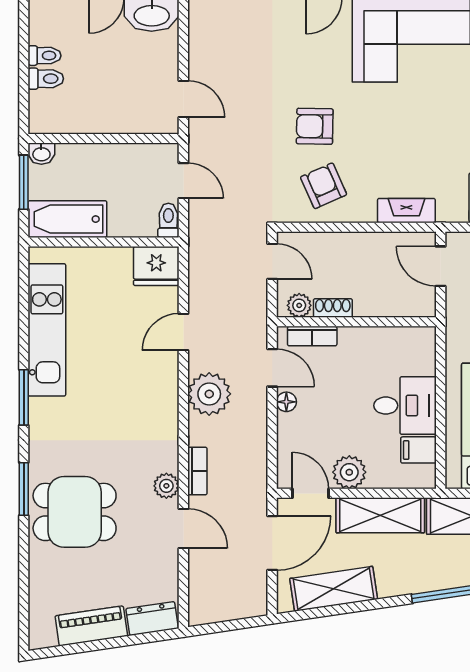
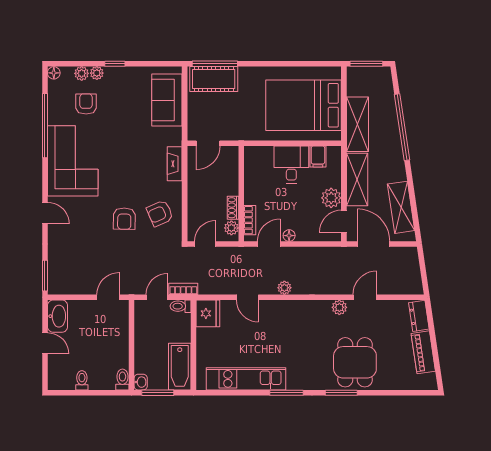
toilet: (46, 79) -> (122, 380), moved
plant: (209, 394) -> (284, 288), width x0.53, depth x0.53
bookcase: (197, 471) -> (183, 289), moved

